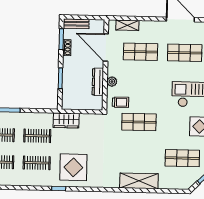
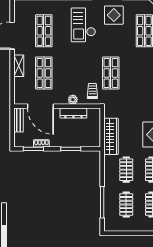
bench: (76, 24) -> (18, 120), moved
shelving: (127, 25) -> (19, 66), moved
door: (106, 48) -> (41, 106), hinge flipped
wardrobe: (66, 121) -> (111, 136), width x1.50

